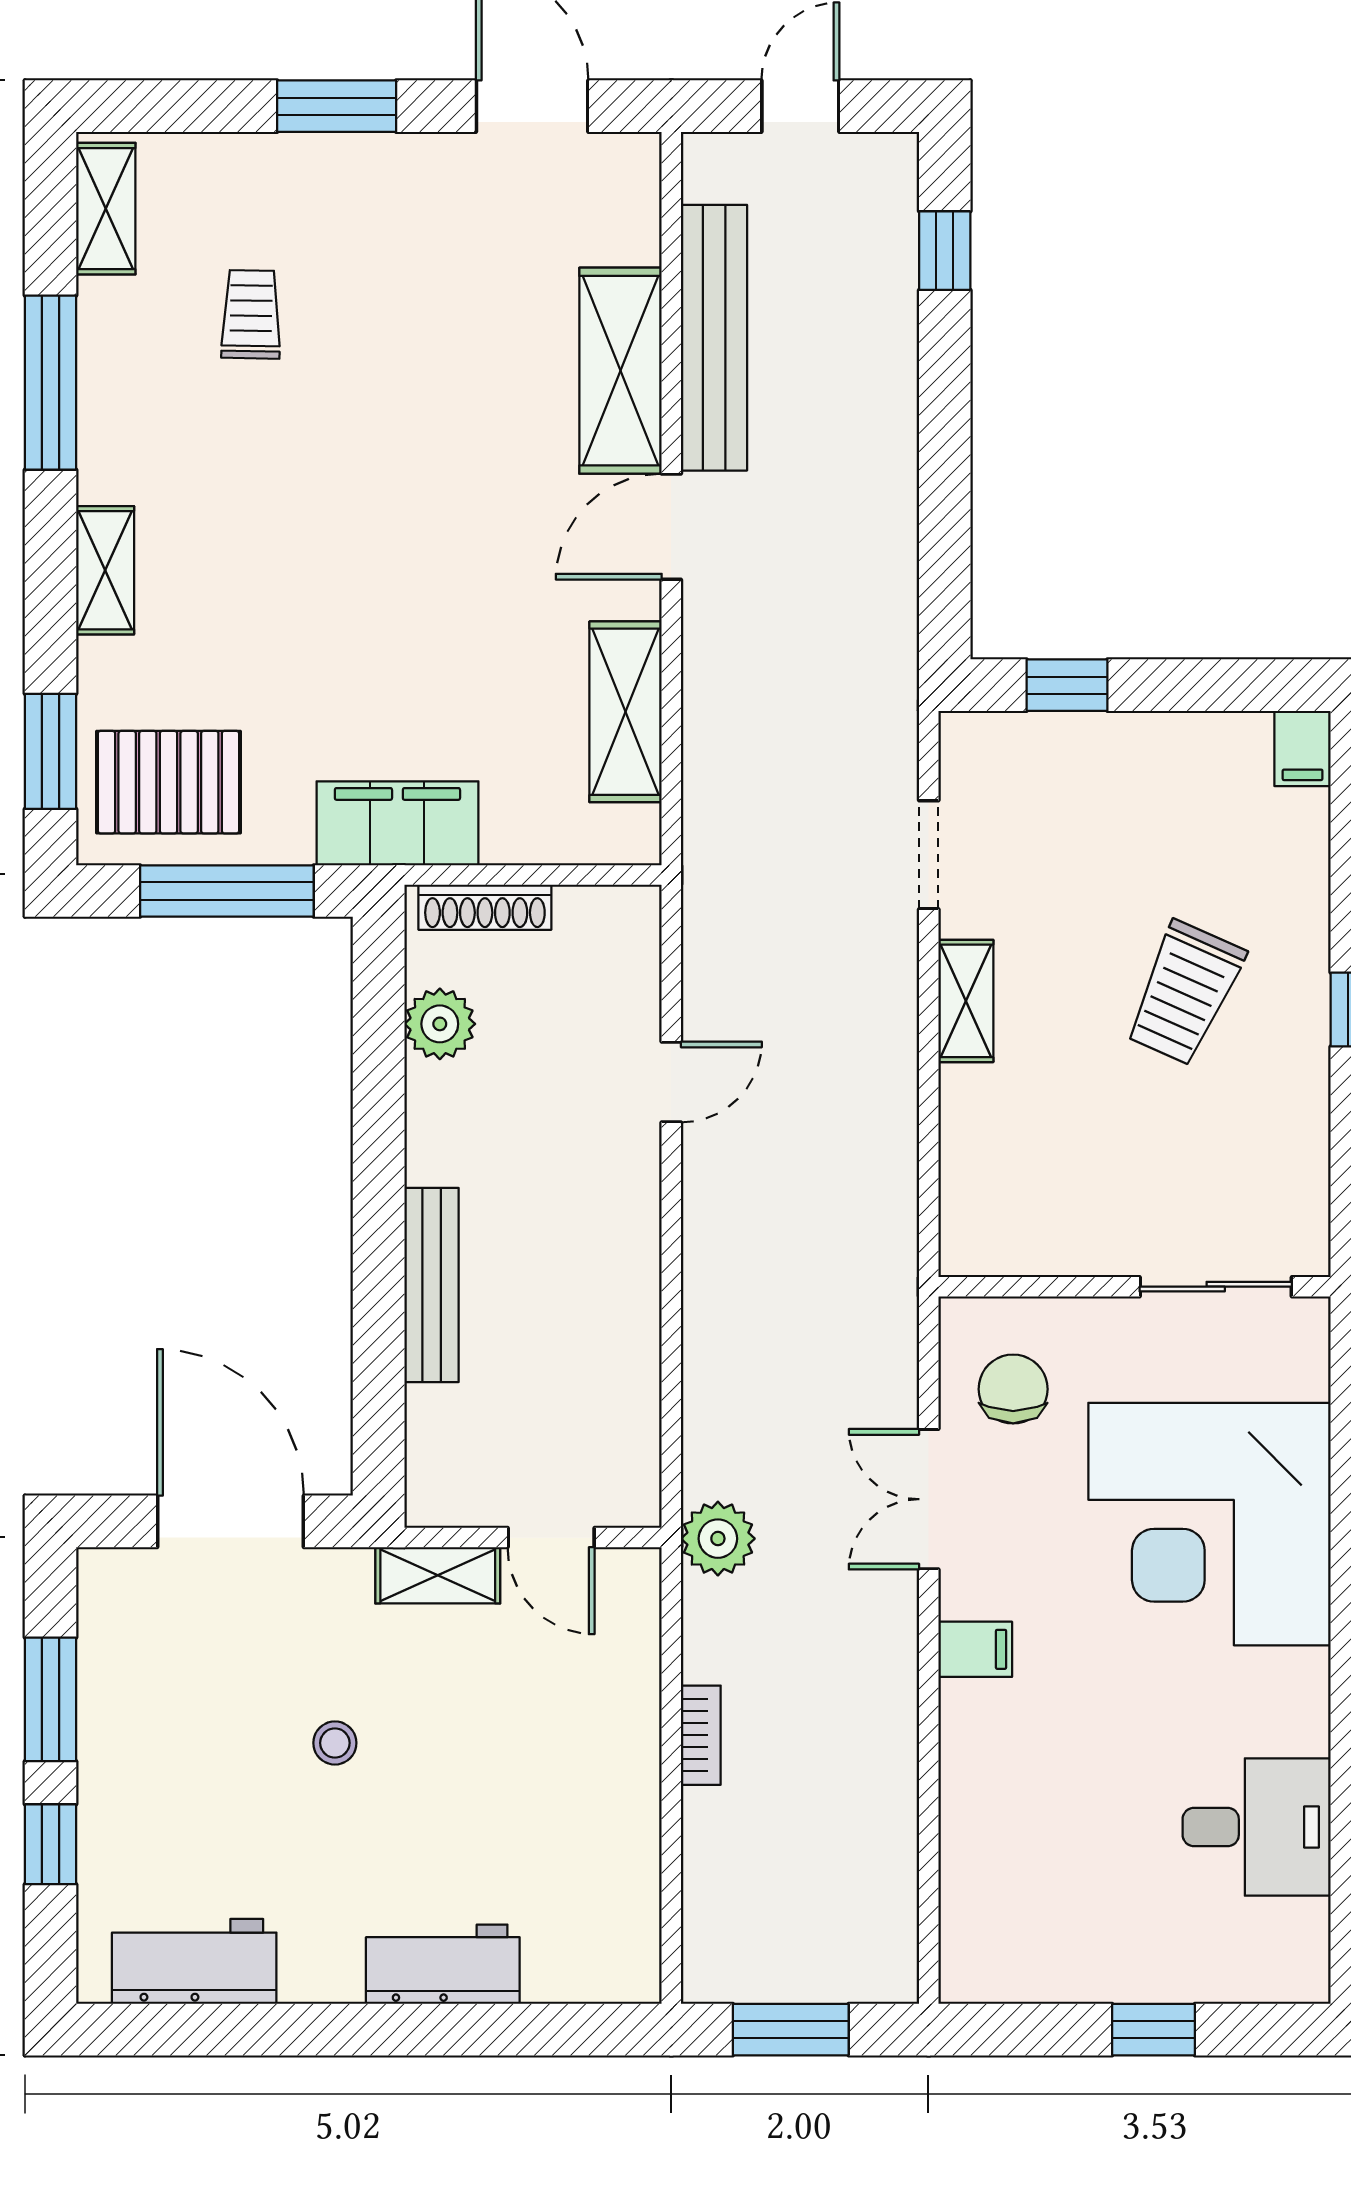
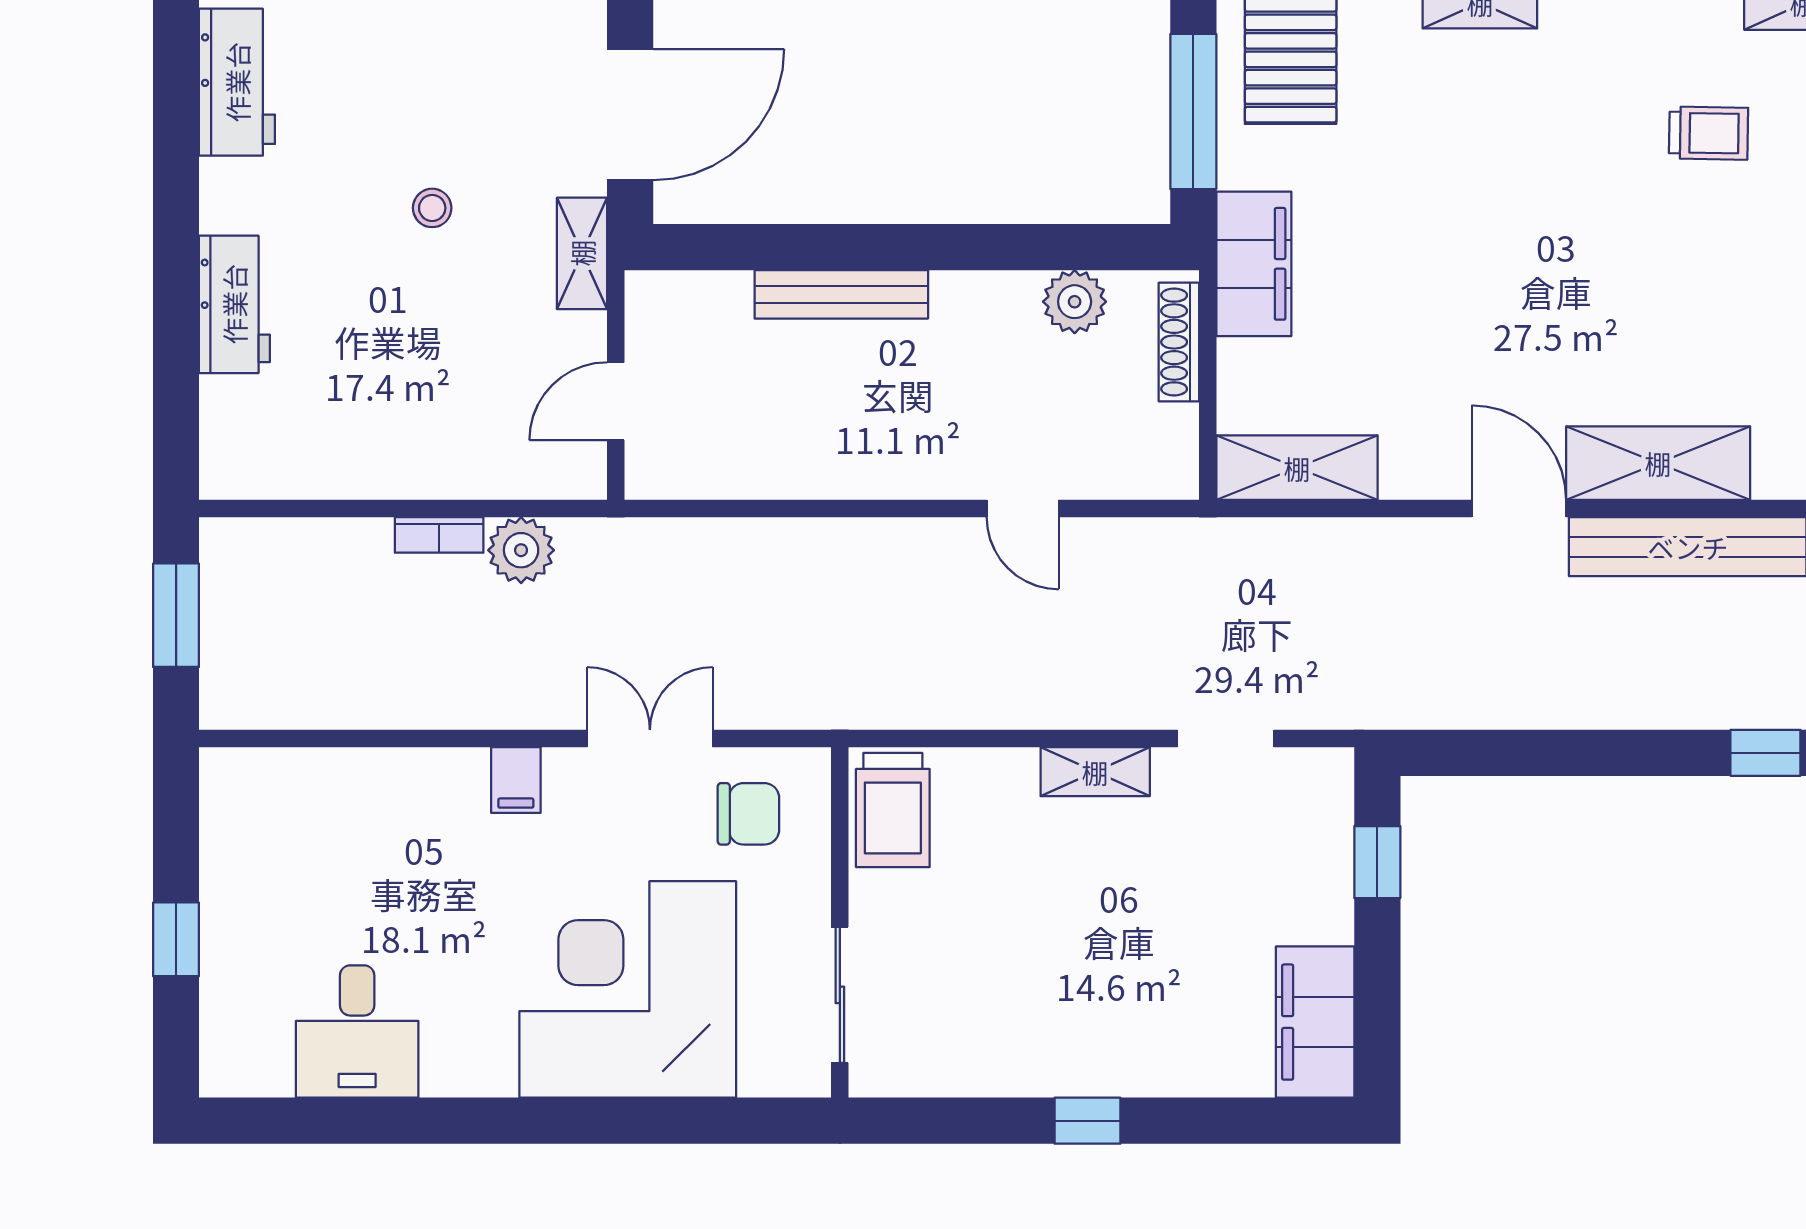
shelving: (626, 712) -> (1297, 468), moved
filing cabinet: (1303, 748) -> (1315, 1022), width x3.00, depth x1.17
trolley: (1185, 993) -> (893, 810), moved, turned -114
plant: (718, 1539) -> (521, 550), moved
shelving: (438, 1575) -> (582, 253), moved

